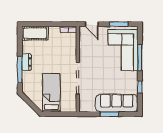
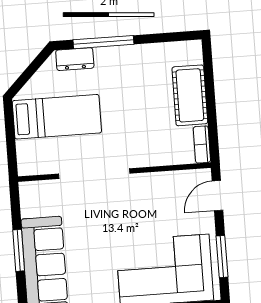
cot: (35, 33) -> (190, 95), moved
dresser: (26, 62) -> (75, 59), moved

